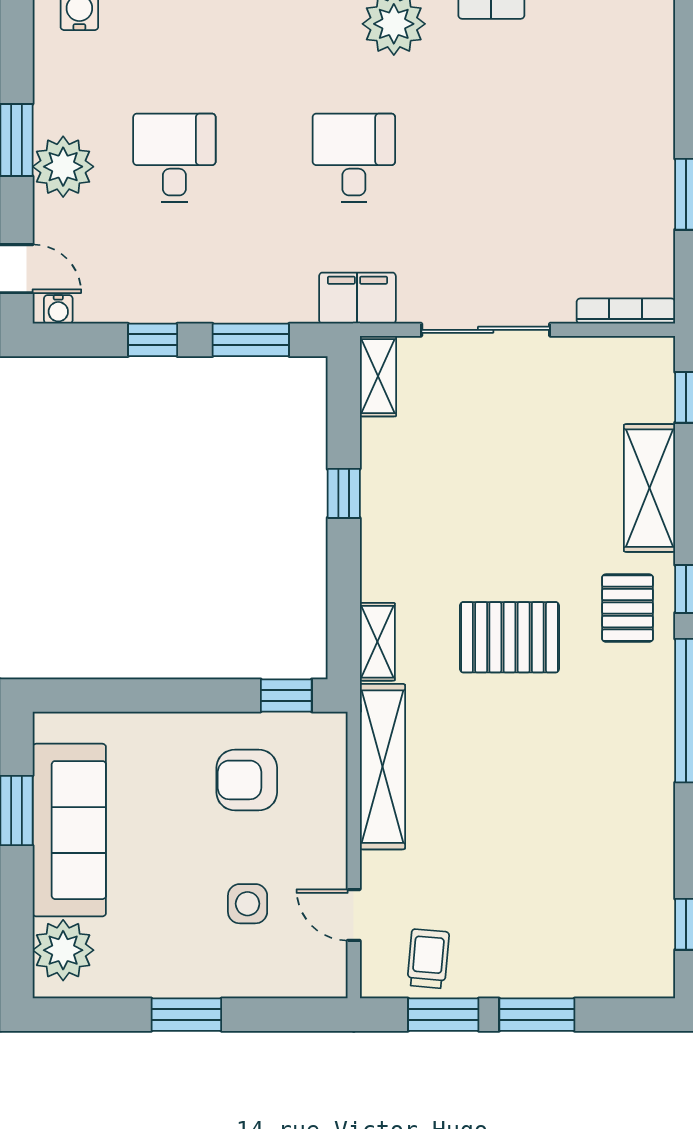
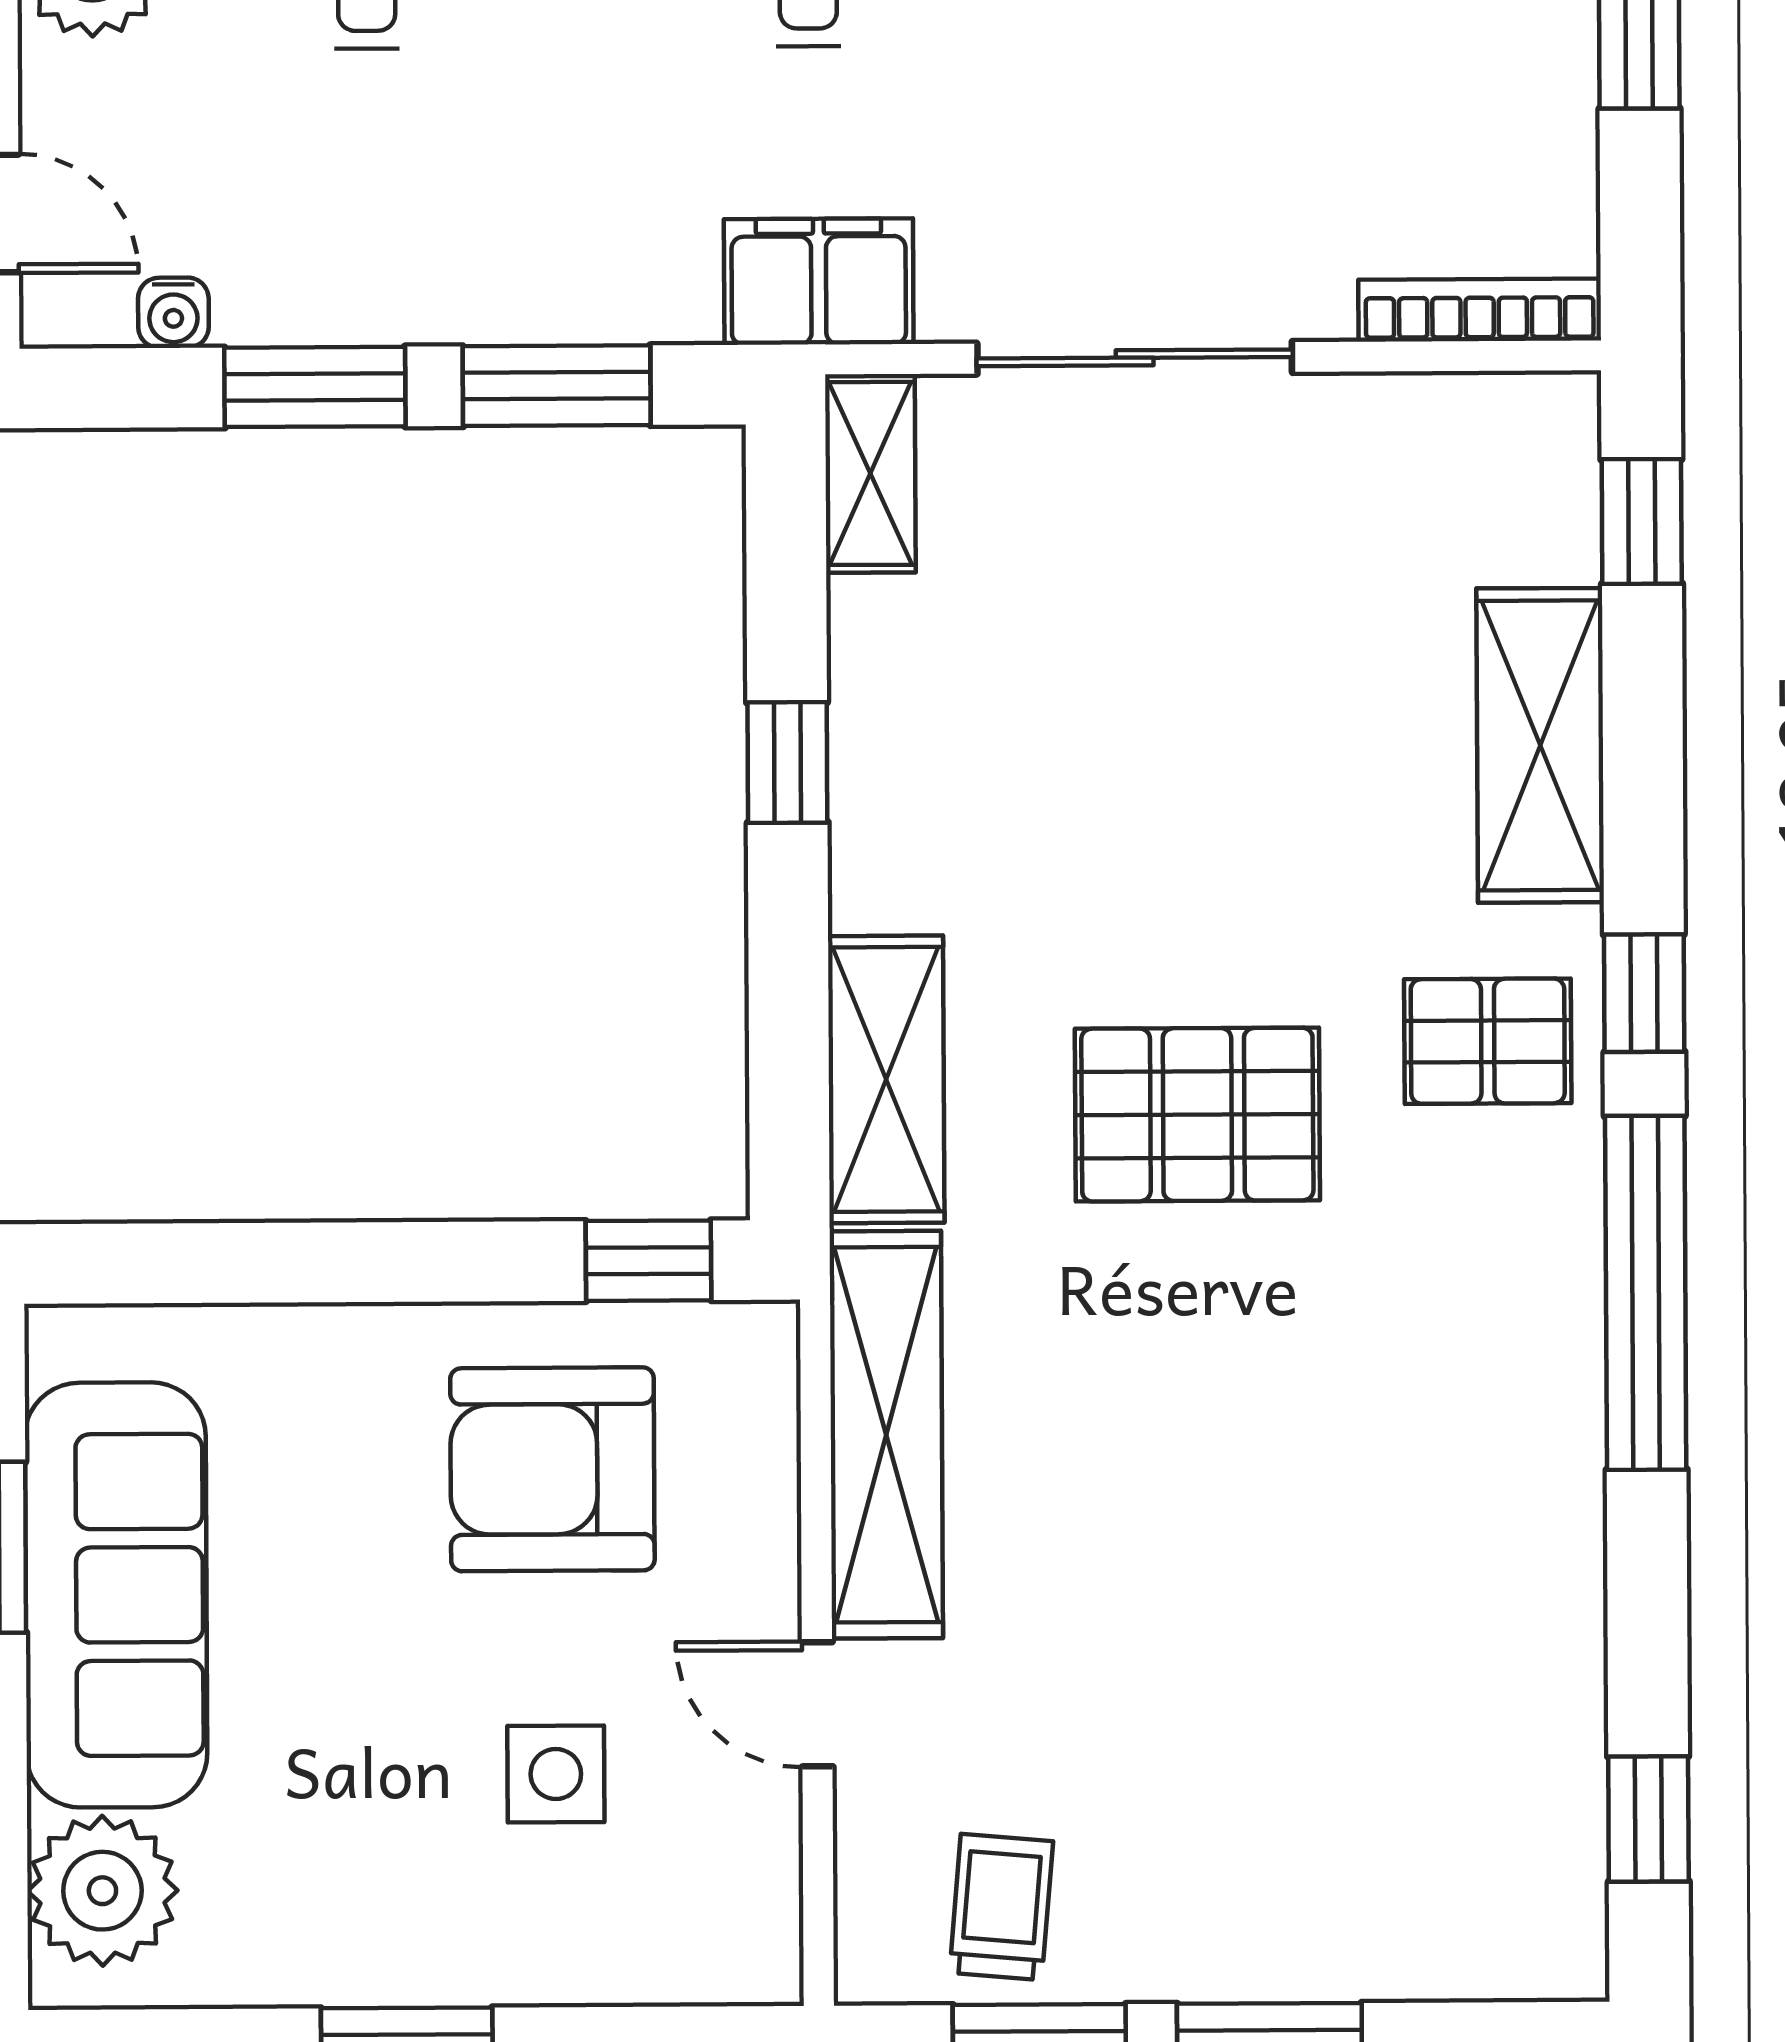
water cooler: (58, 309) -> (173, 313), moved
window: (153, 340) -> (315, 387), width x1.50
pallet: (628, 608) -> (1488, 1041), turned 90
shelving: (377, 642) -> (886, 1079), width x1.50, depth x1.33
armchair: (247, 780) -> (552, 1469), width x1.36, depth x1.36
door: (354, 915) -> (817, 1704), moved

